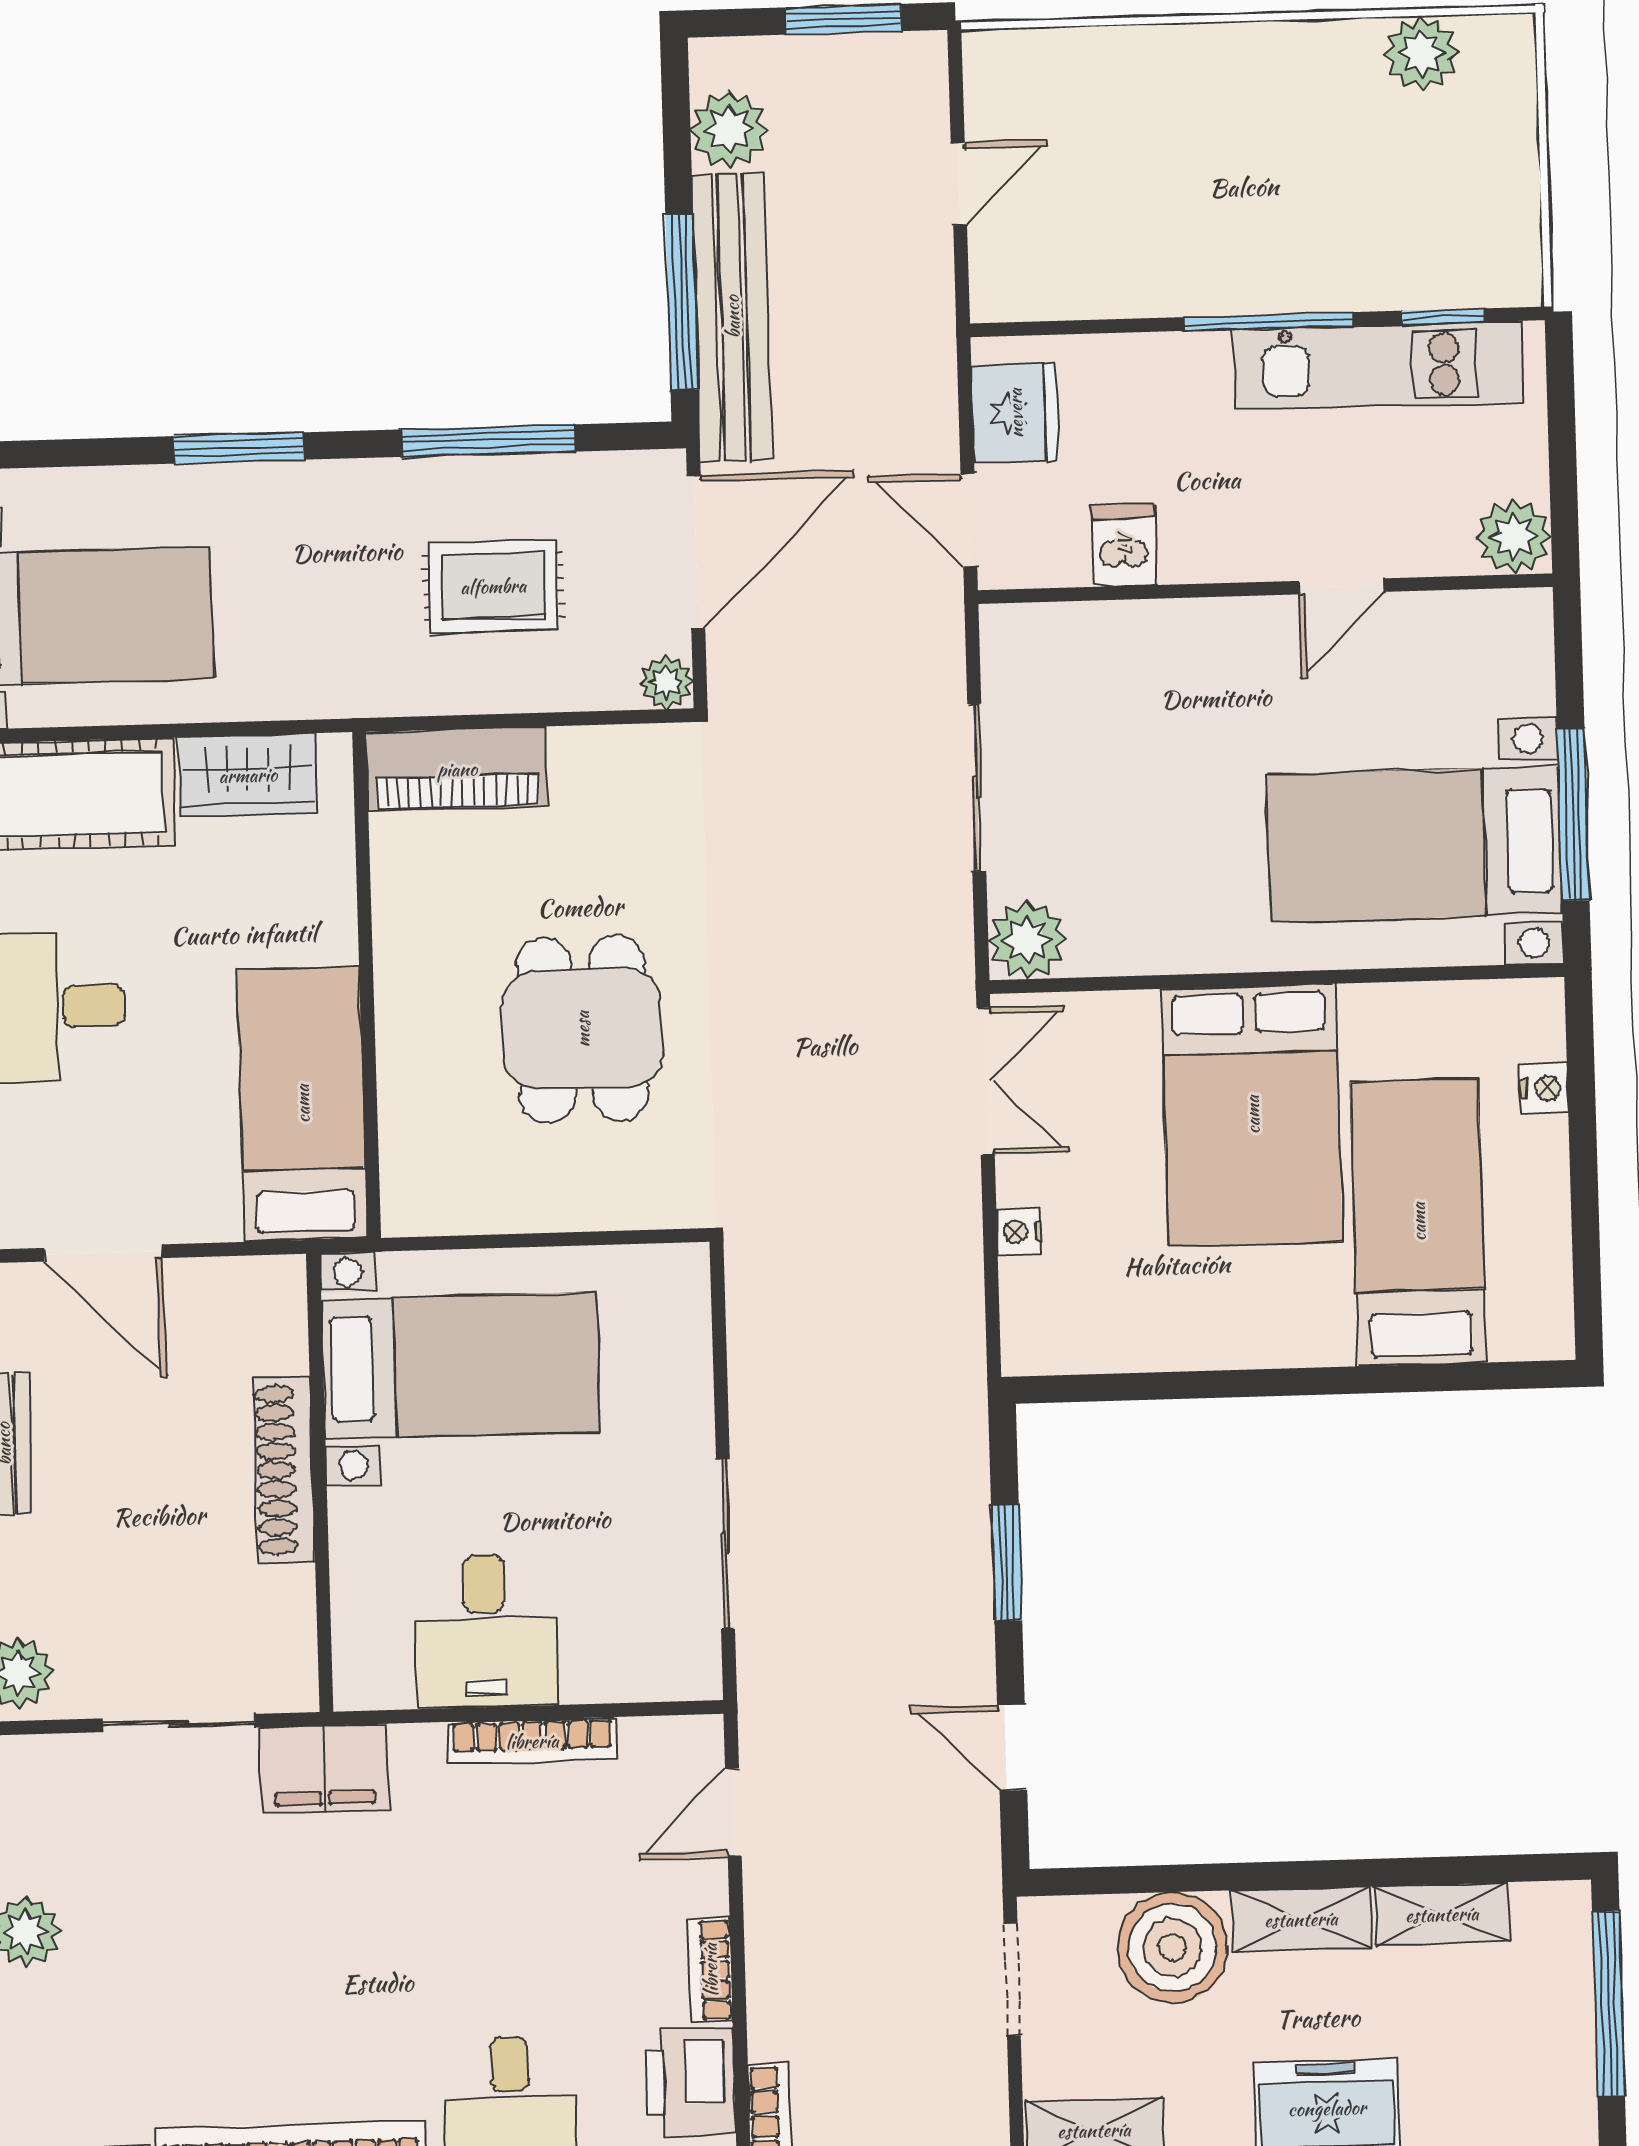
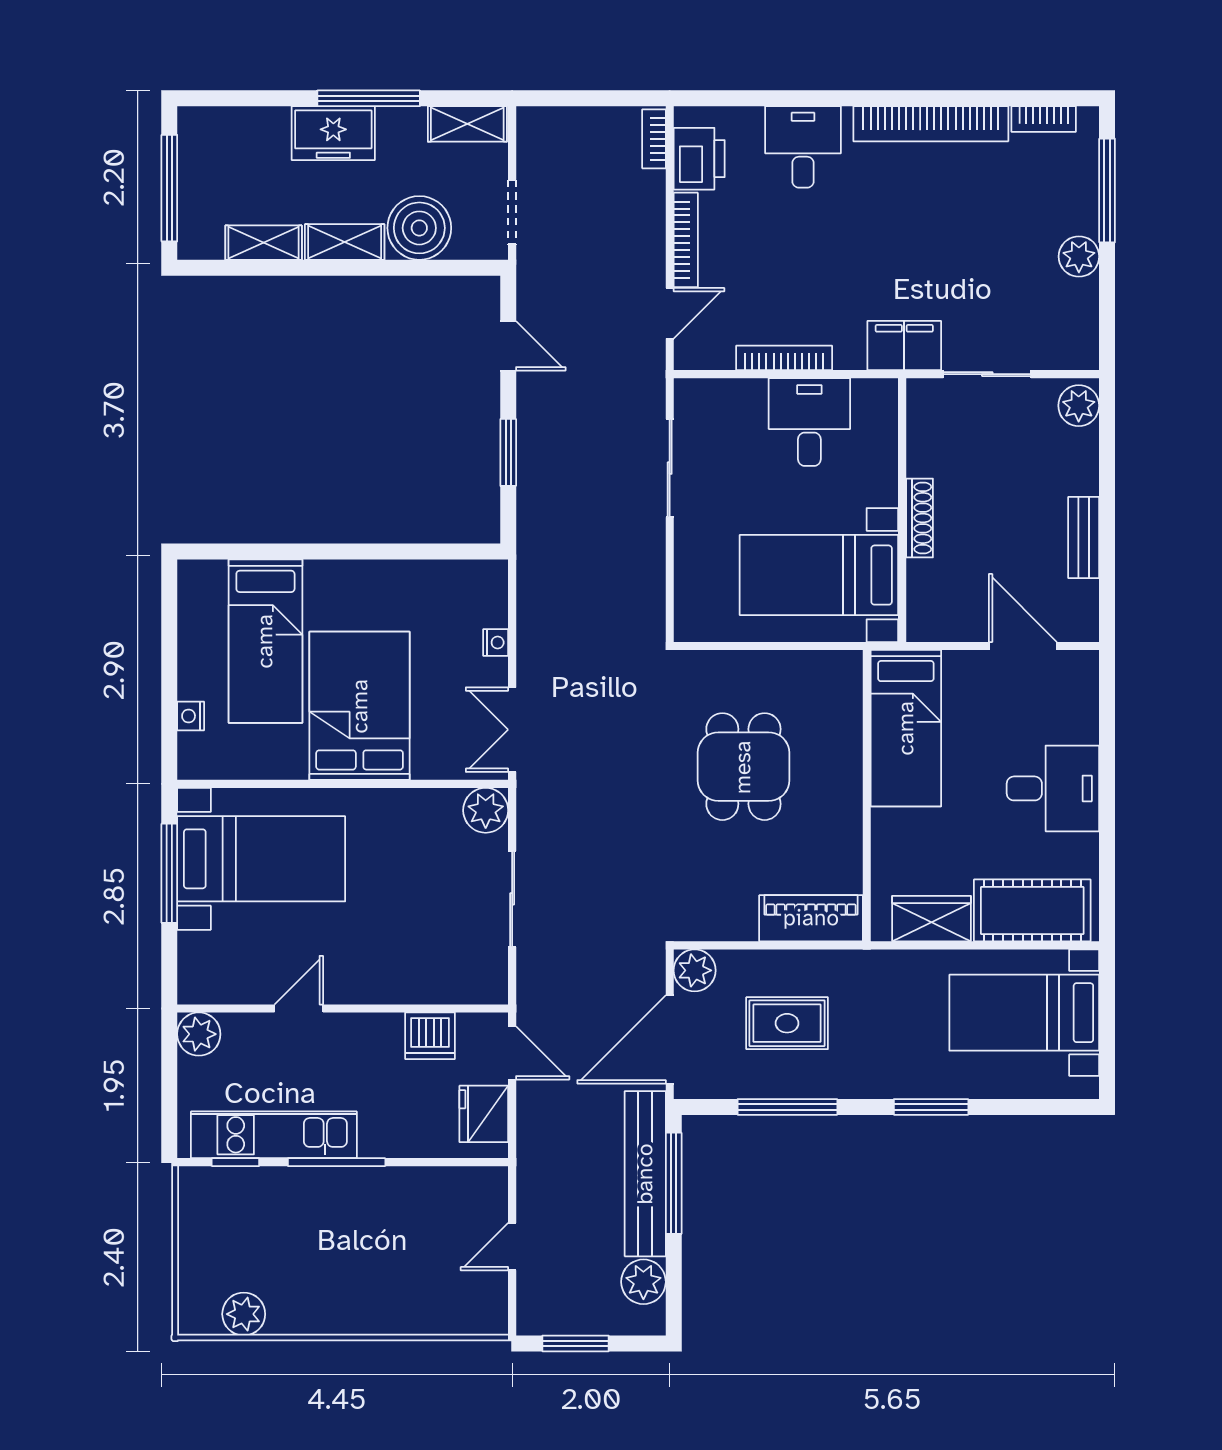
dishwasher: (1124, 545) -> (430, 1036), width x1.38
plant: (666, 683) -> (695, 970), width x1.38, depth x1.38
shoe rack: (284, 1470) -> (920, 518), width x0.74, depth x0.81
bookcase: (710, 1970) -> (686, 240), width x1.56

